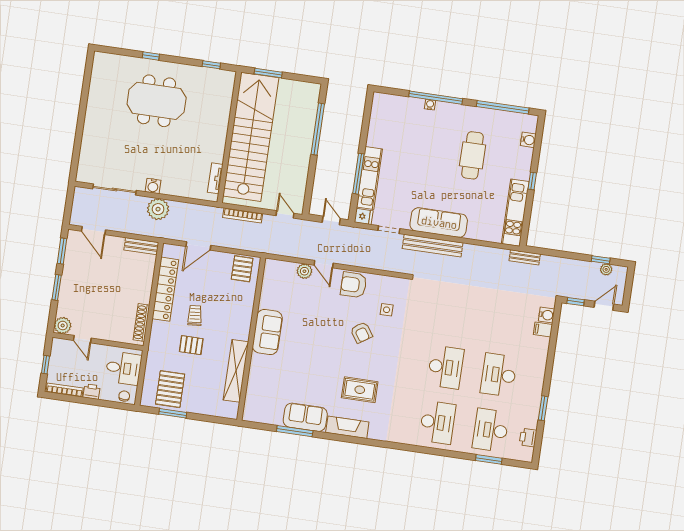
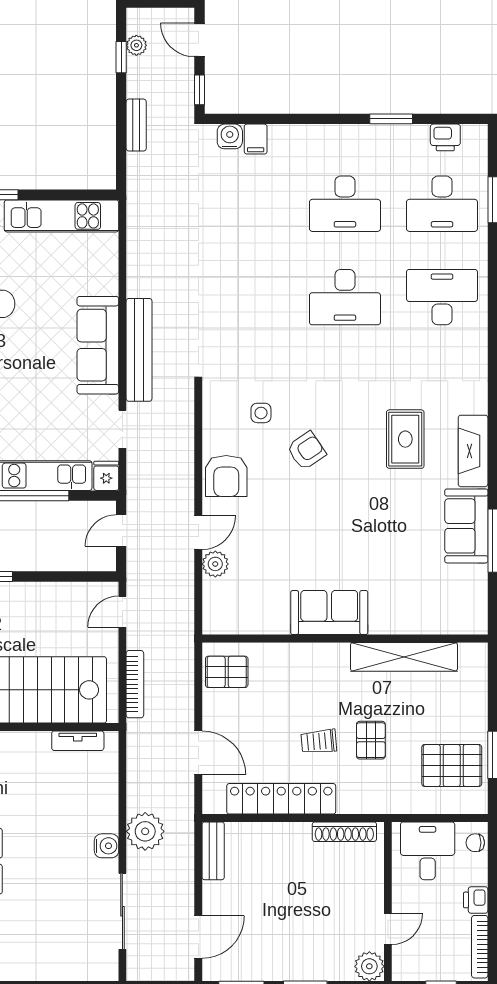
bench: (525, 257) -> (136, 125), moved
desk: (446, 367) -> (345, 297), turned 180

